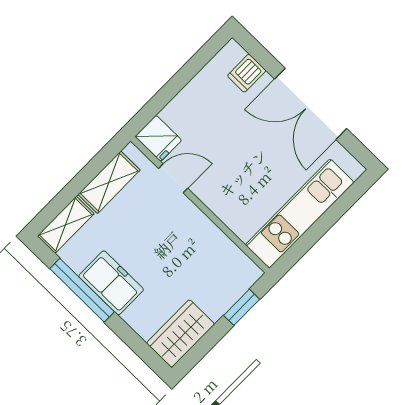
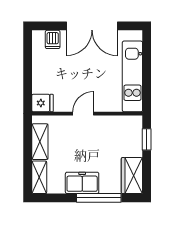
door: (173, 178) -> (83, 114), moved
window: (82, 290) -> (99, 198), moved

